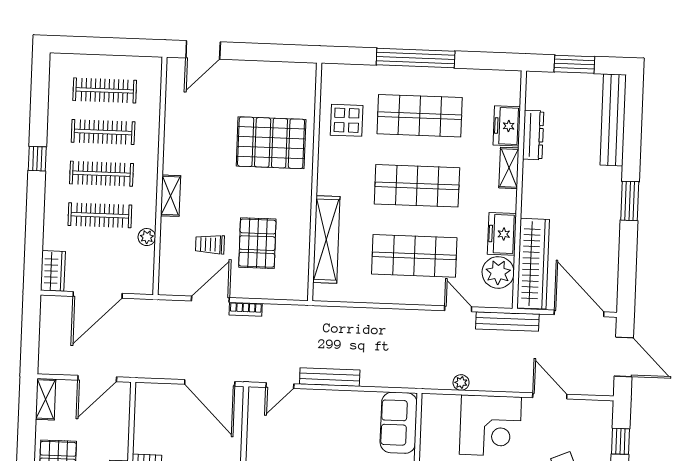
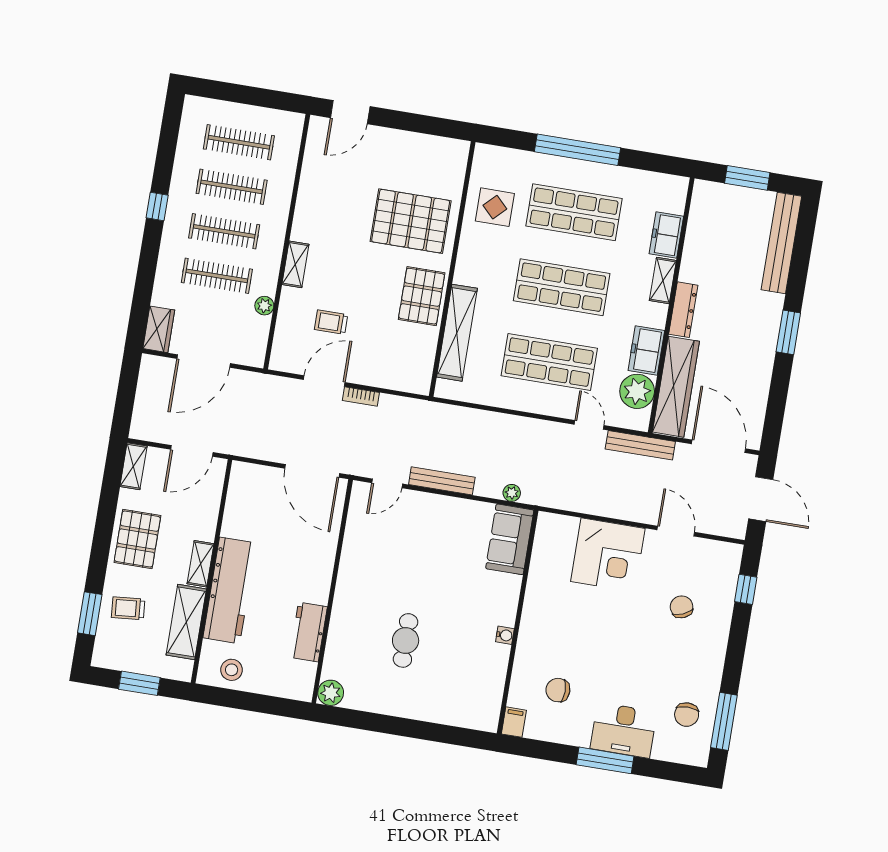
dresser: (533, 135) -> (683, 310), moved
pallet: (257, 243) -> (422, 296), moved
plant: (461, 382) -> (512, 493), moved

